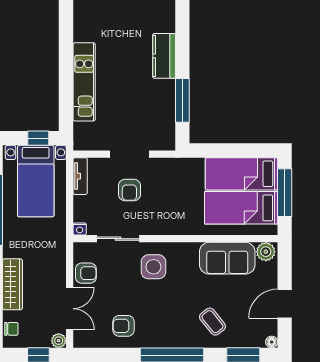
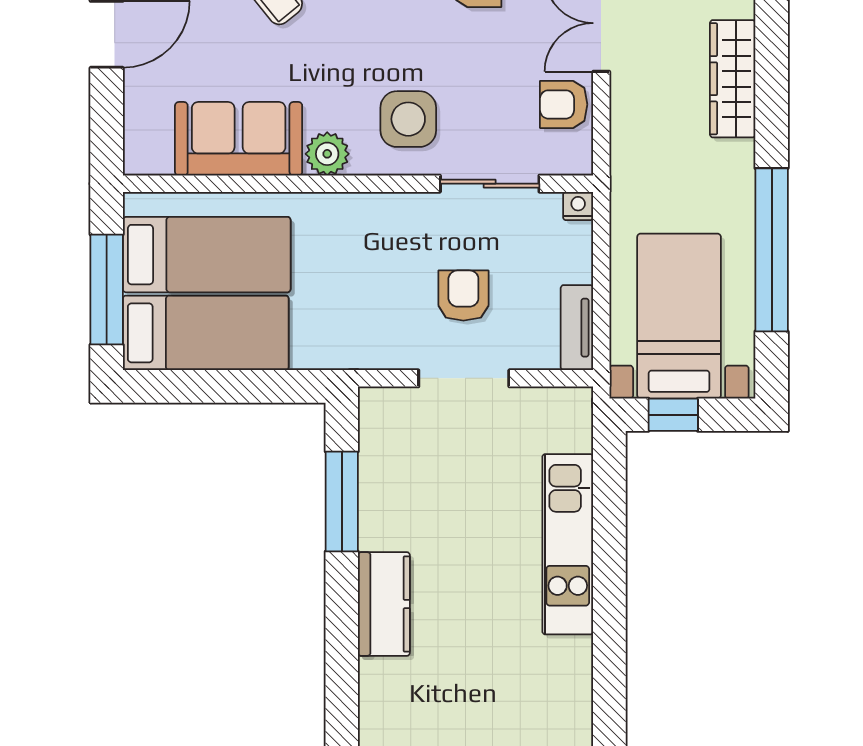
plant: (266, 252) -> (327, 154), moved

